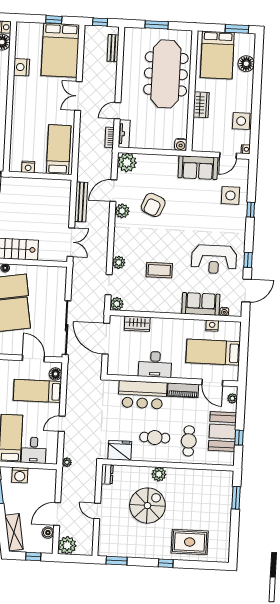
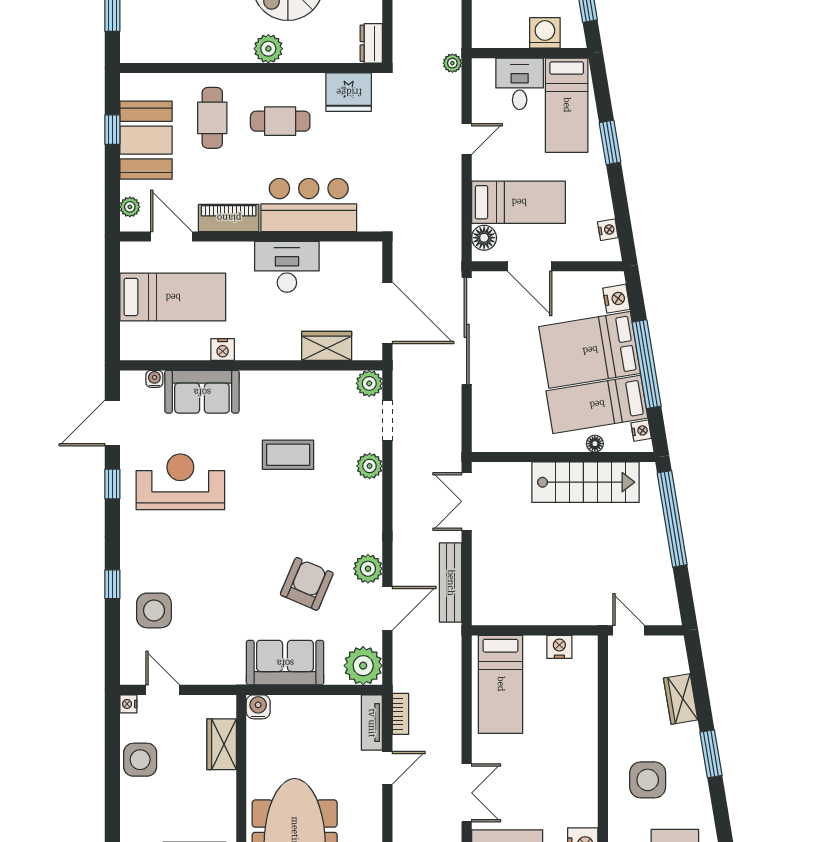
wardrobe: (201, 105) -> (222, 744), moved
door: (228, 155) -> (163, 690), hinge flipped
sofa: (198, 168) -> (285, 663), moved
nightstand: (212, 326) -> (223, 350), moved

